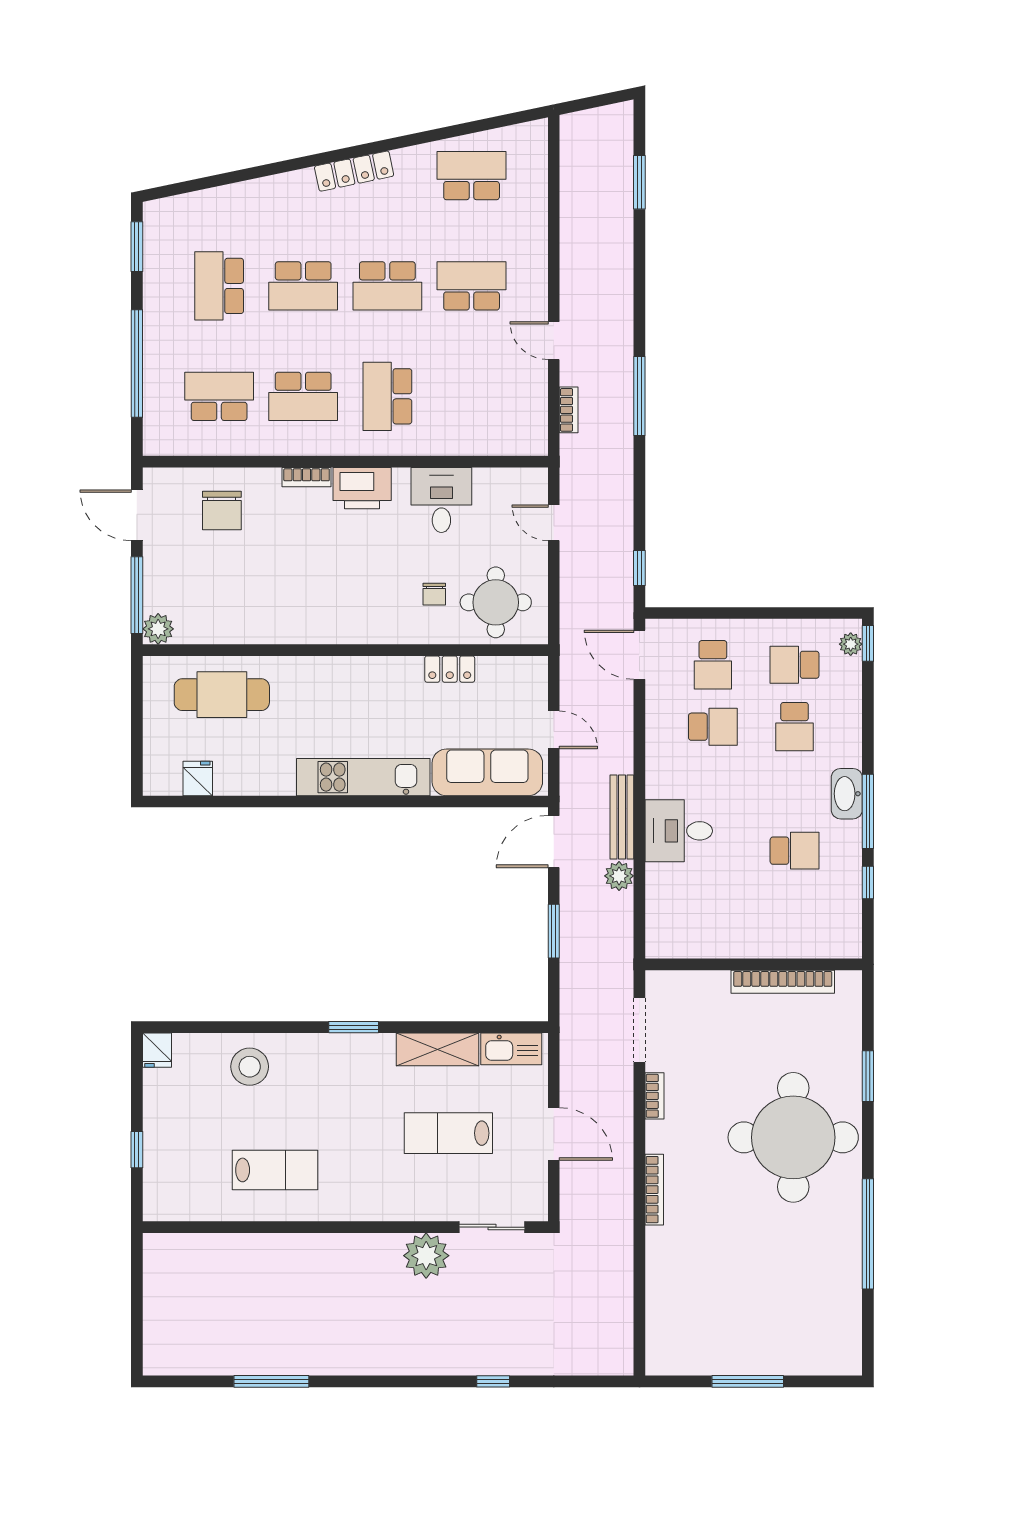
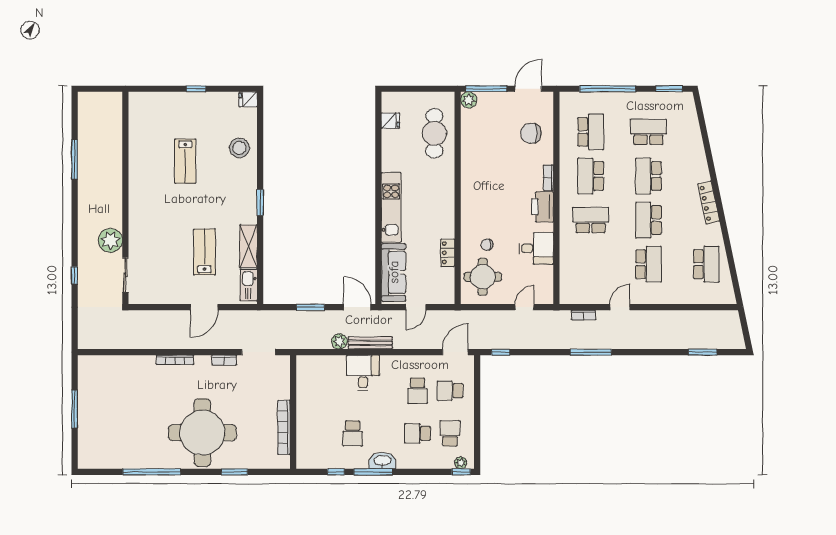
wall: (345, 1227) -> (125, 198), moved
sliding door: (492, 1227) -> (125, 275), moved
plant: (426, 1256) -> (110, 240), moved

